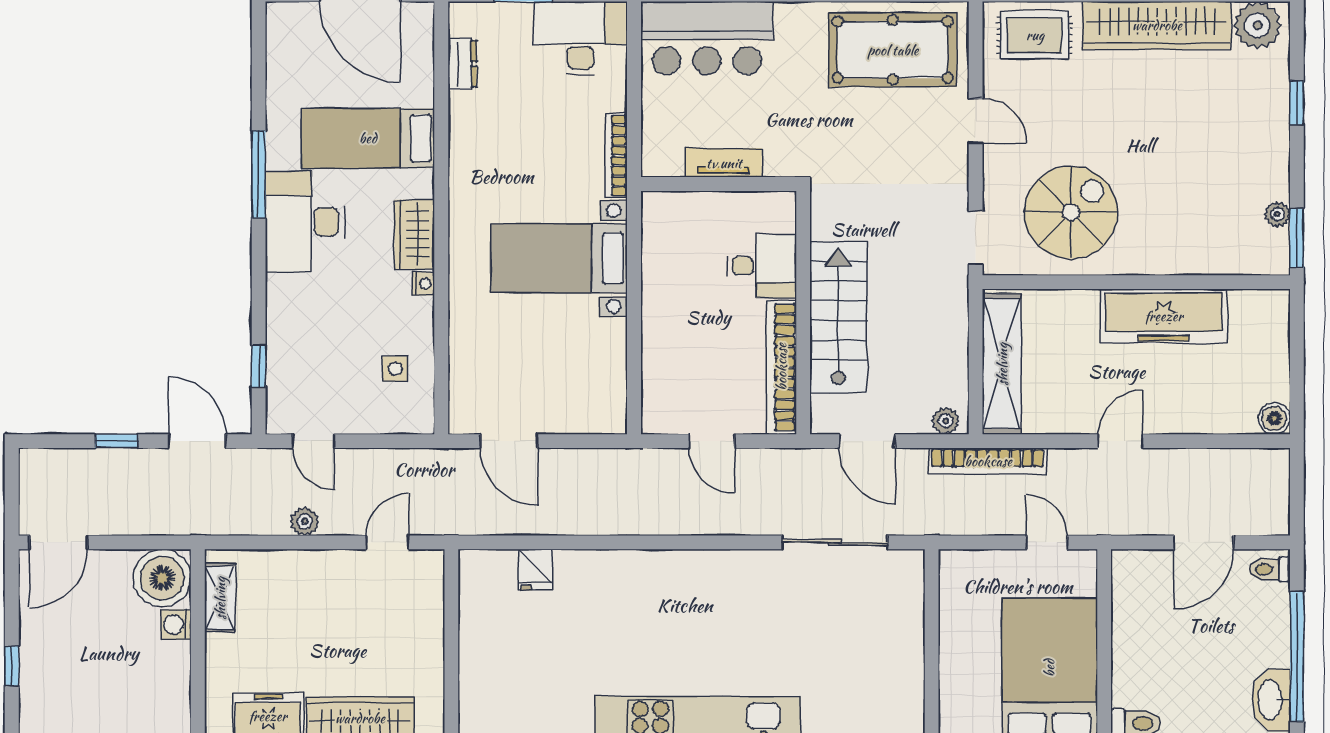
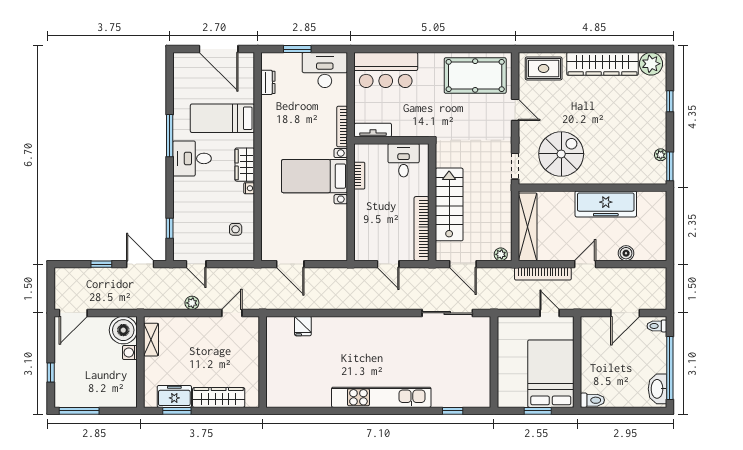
tv unit: (724, 163) -> (373, 130), moved
desk: (305, 222) -> (192, 158), width x0.73
bookcase: (652, 257) -> (359, 176), added
desk: (762, 266) -> (404, 160), moved, turned -90
boiler: (1274, 418) -> (626, 253), moved
bookcase: (988, 461) -> (543, 274), moved

